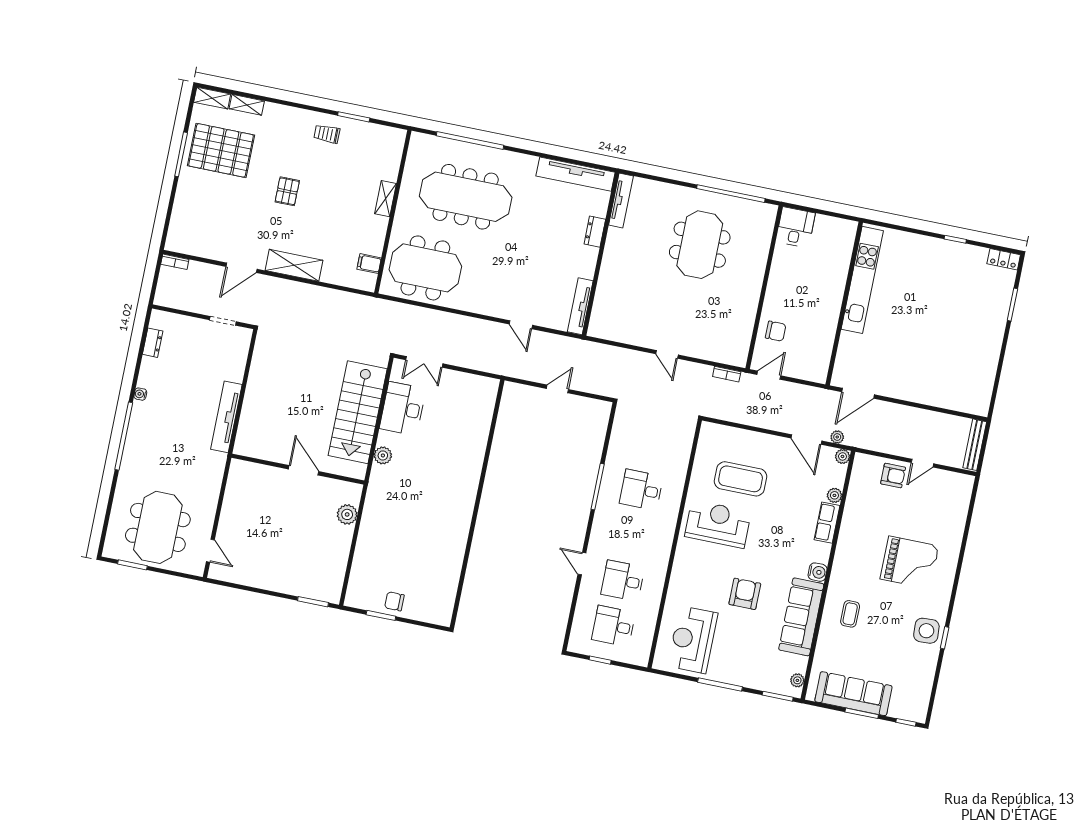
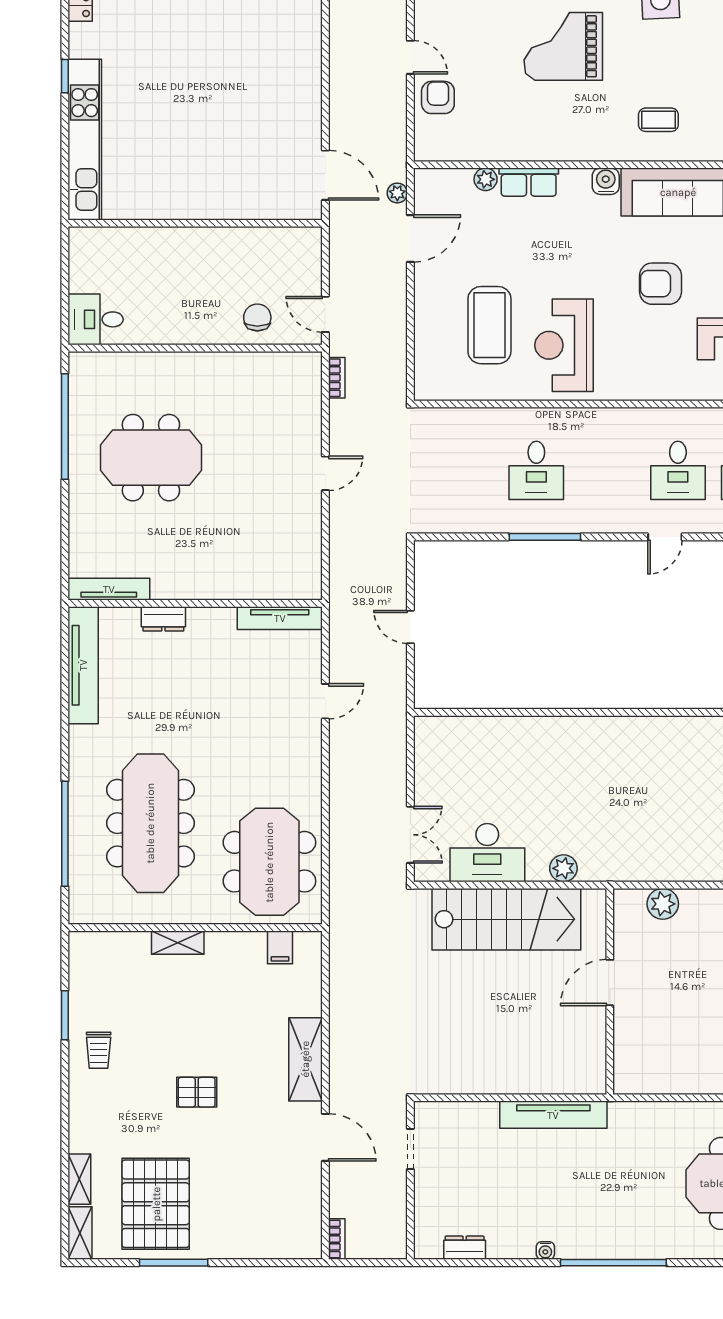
kitchen unit: (862, 280) -> (85, 140), moved, turned 90
plant: (842, 456) -> (425, 179), removed
grand piano: (909, 563) -> (563, 46), turned -90

